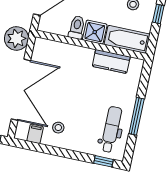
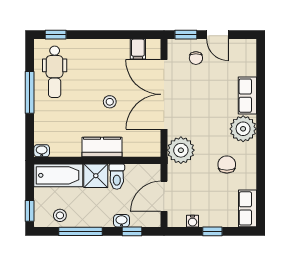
kitchen counter: (111, 61) -> (102, 147), moved
washbasin: (137, 64) -> (42, 151), added
stool: (58, 128) -> (110, 102), moved

